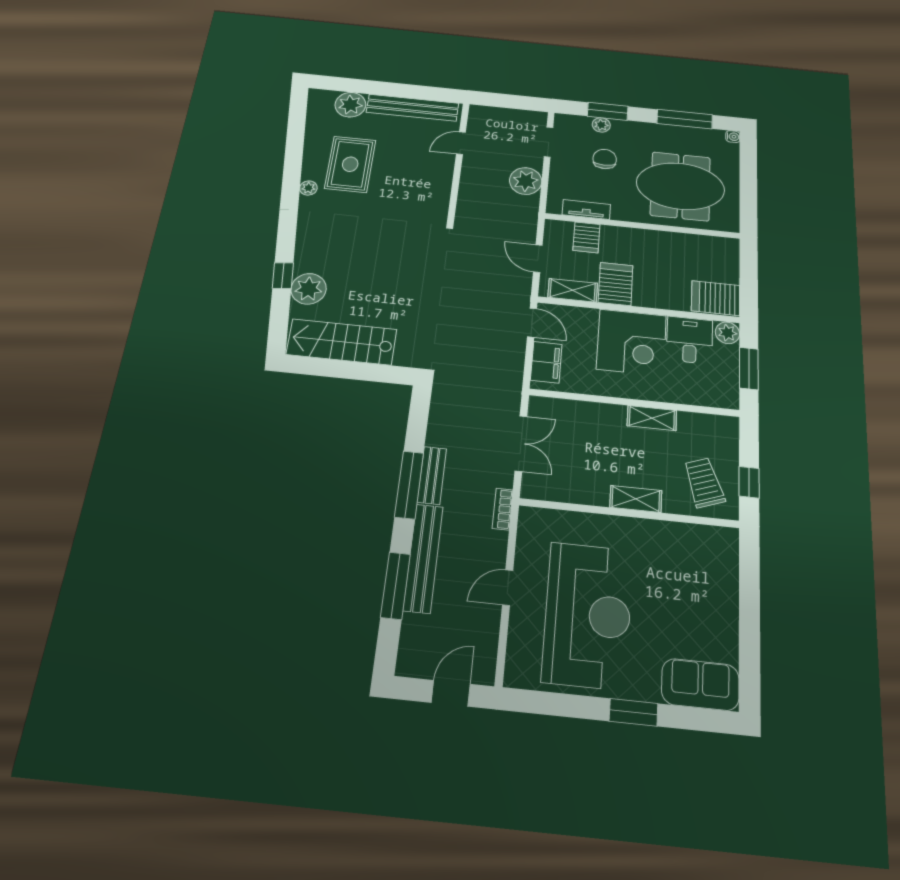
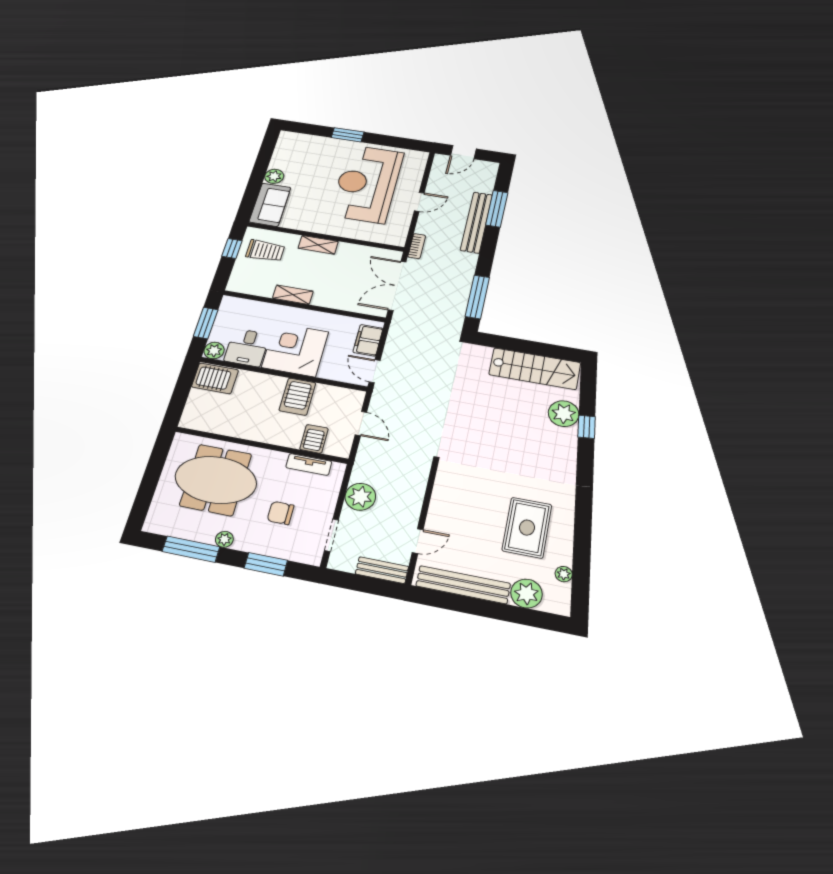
plant: (601, 125) -> (224, 539), moved
water cooler: (733, 137) -> (150, 526), removed
chair: (605, 159) -> (281, 513), turned 90
plant: (308, 188) -> (564, 574), moved
shelving: (573, 290) -> (335, 394), removed
double door: (521, 443) -> (397, 286), width x1.37
bench: (432, 475) -> (382, 570), moved, turned 90
trolley: (704, 483) -> (265, 251), turned -71
window: (409, 485) -> (477, 297), moved
plant: (725, 616) -> (274, 176), added
sofa: (700, 684) -> (270, 205), moved, turned -90

